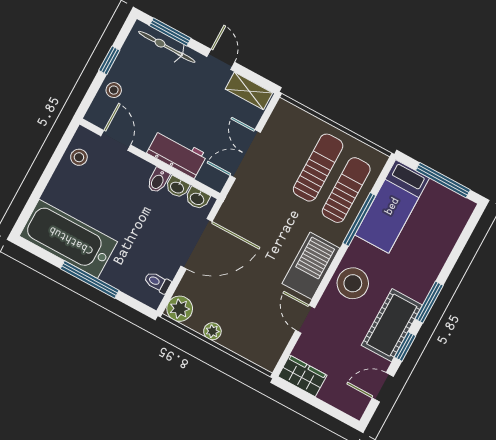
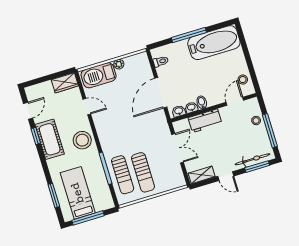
window: (109, 60) -> (270, 131), width x2.17
door: (116, 140) -> (235, 101), swing flipped
bed: (392, 206) -> (78, 193), moved
barbecue: (311, 266) -> (99, 75), moved, turned 90
window: (429, 302) -> (54, 196), moved
plant: (180, 309) -> (141, 60), removed

